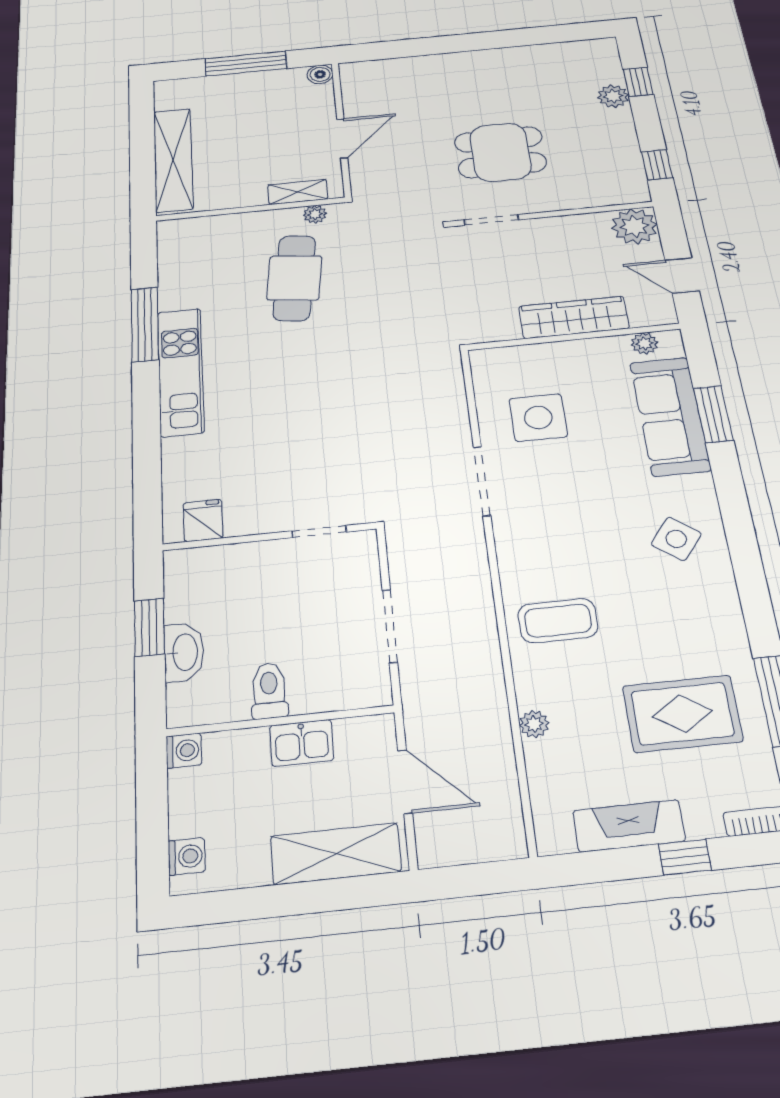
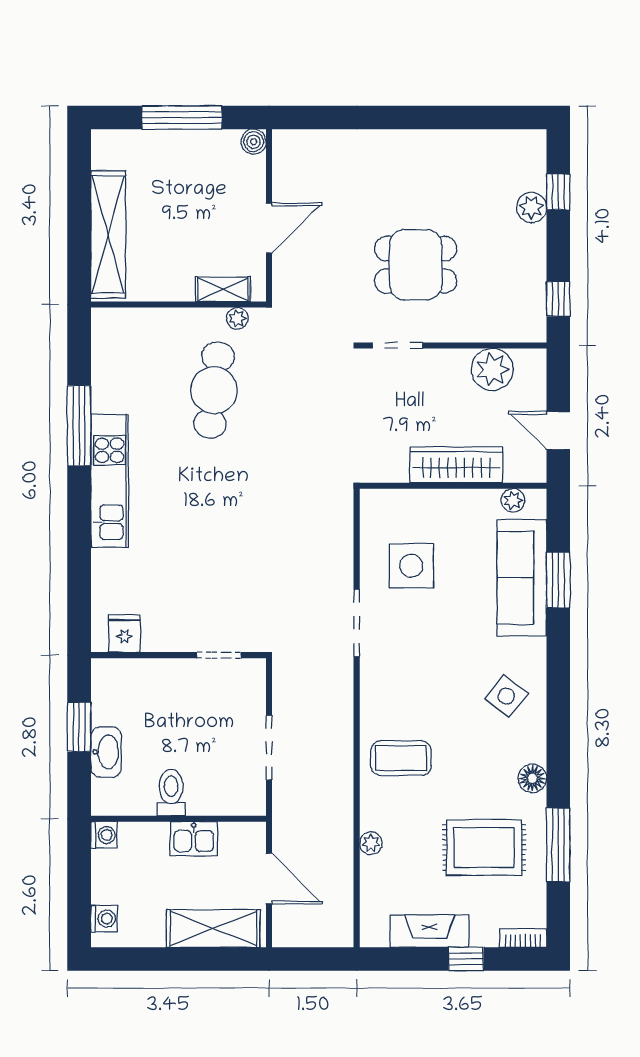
plant: (634, 226) -> (492, 369), moved
floor lamp: (728, 626) -> (532, 778), added

